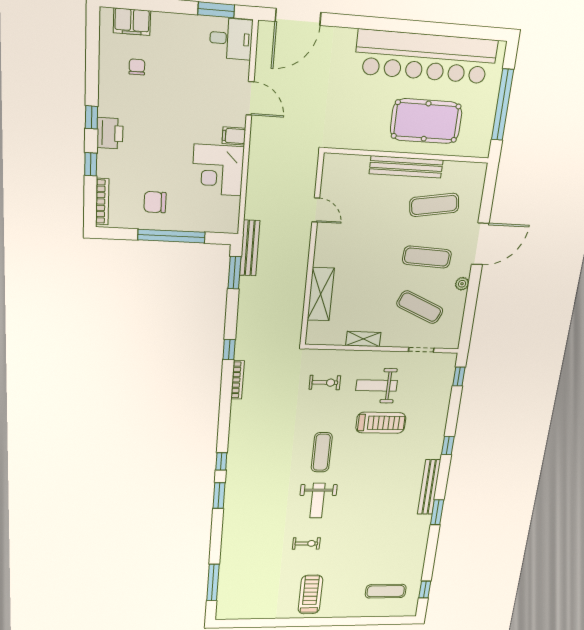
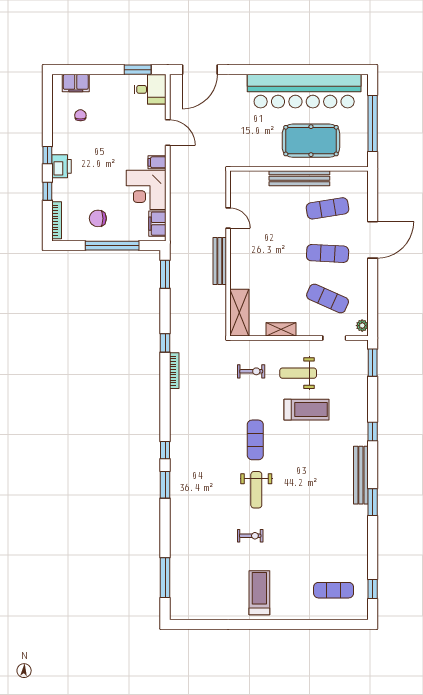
filing cabinet: (229, 212) -> (157, 224), added
bench: (250, 248) -> (220, 261), moved
plant: (462, 284) -> (362, 326), moved
shelving: (321, 294) -> (239, 313), moved
window: (459, 376) -> (373, 363), width x1.50

